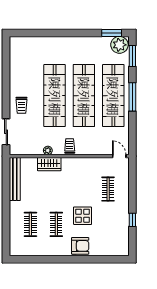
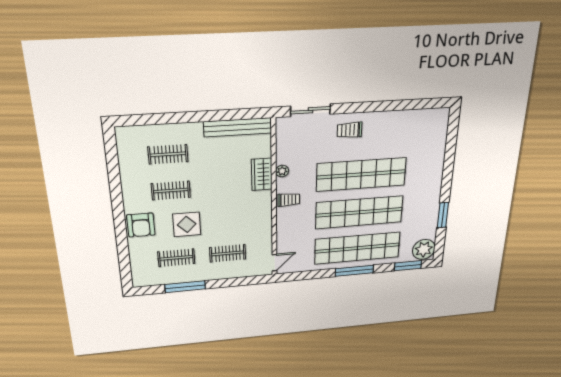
window: (112, 33) -> (443, 215), moved
window: (132, 220) -> (185, 287), width x2.17
clothes rail: (108, 224) -> (176, 258), added

